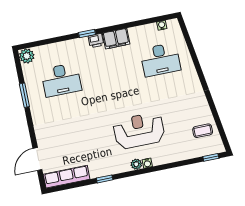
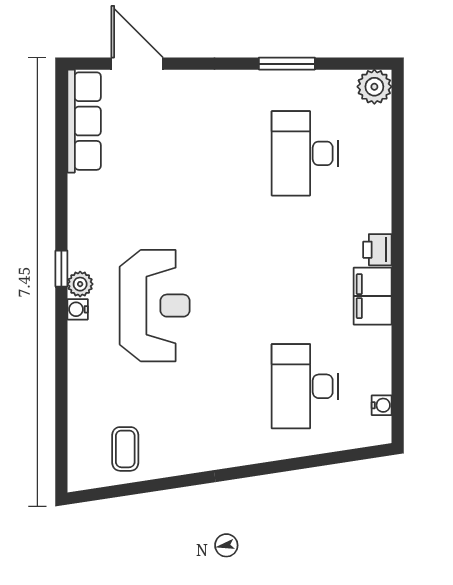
window: (87, 33) -> (398, 233), removed
window: (211, 157) -> (61, 455), removed
window: (105, 179) -> (61, 269), moved

